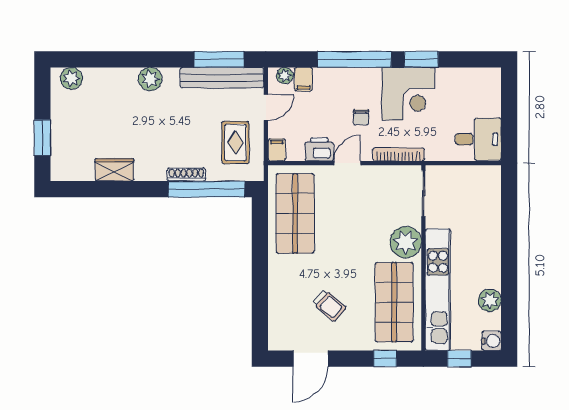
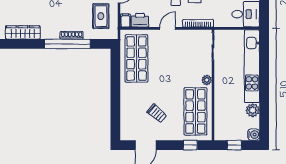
printer: (319, 149) -> (140, 20), moved
wardrobe: (114, 170) -> (23, 32), width x1.50
window: (206, 189) -> (67, 44), moved
plant: (406, 242) -> (207, 80), width x0.53, depth x0.53
kitchen unit: (438, 290) -> (252, 66), moved, turned 180

